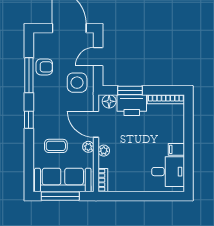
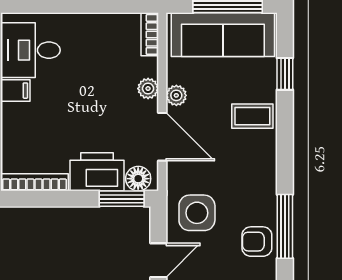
window: (130, 90) -> (122, 199), moved
window: (29, 120) -> (285, 74), moved
coffee table: (56, 146) -> (252, 116), moved

